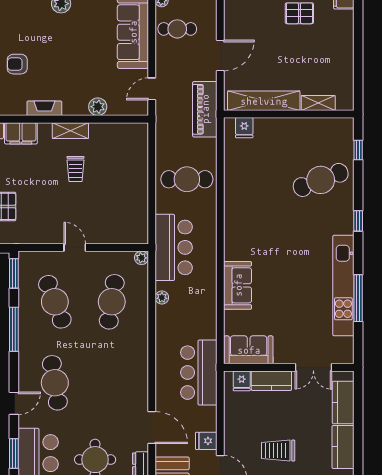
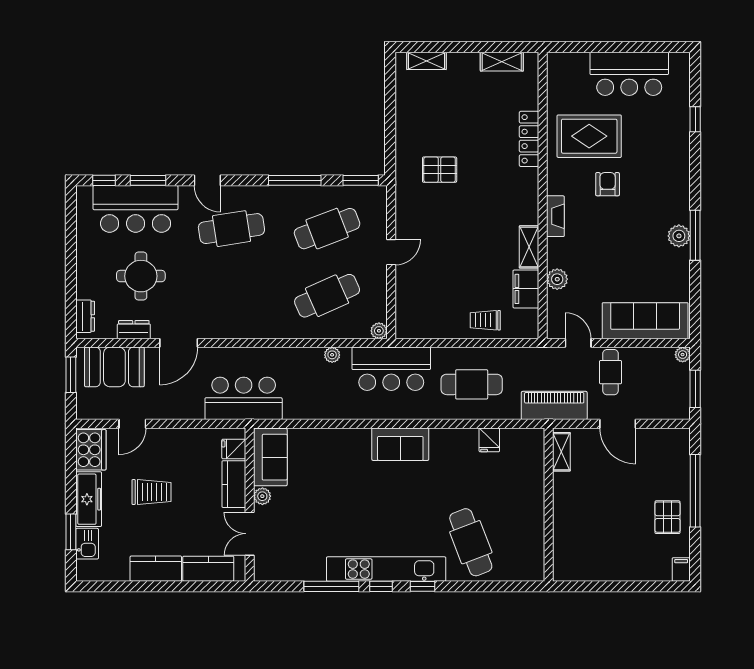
cafe table: (177, 29) -> (611, 372), moved
shelving: (264, 101) -> (561, 452), width x0.45, depth x0.75
shelving: (318, 103) -> (562, 539), removed
fridge: (244, 128) -> (489, 440), moved, turned -90
filing cabinet: (21, 133) -> (526, 289), moved
window: (358, 150) -> (381, 586), moved
trolley: (75, 169) -> (485, 320), moved
cafe table: (187, 179) -> (472, 384), turned 90
sofa: (238, 285) -> (400, 444), moved
kitchen unit: (343, 286) -> (386, 569), moved
cafe table: (112, 302) -> (327, 296), turned -33
plant: (282, 357) -> (262, 496), added
fridge: (206, 441) -> (163, 407), removed
trolley: (278, 451) -> (152, 492), turned 90

